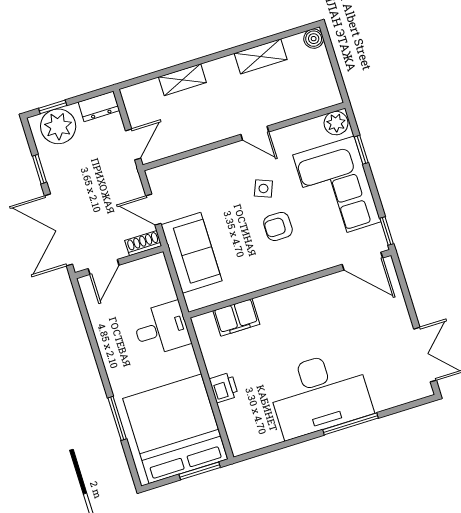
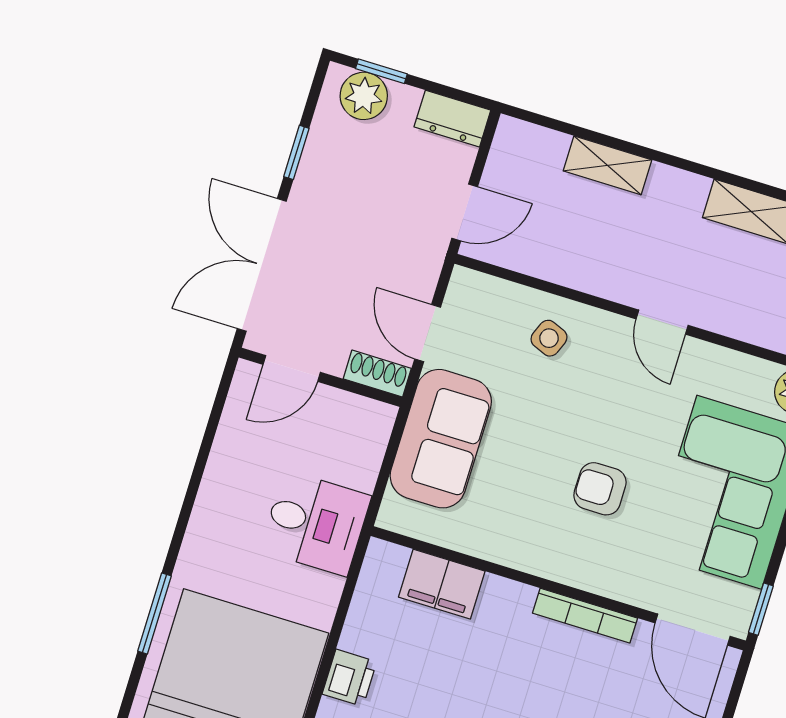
plant: (58, 126) -> (364, 96), width x0.73, depth x0.73
side table: (263, 188) -> (549, 338), moved
bookcase: (310, 288) -> (585, 616), added

